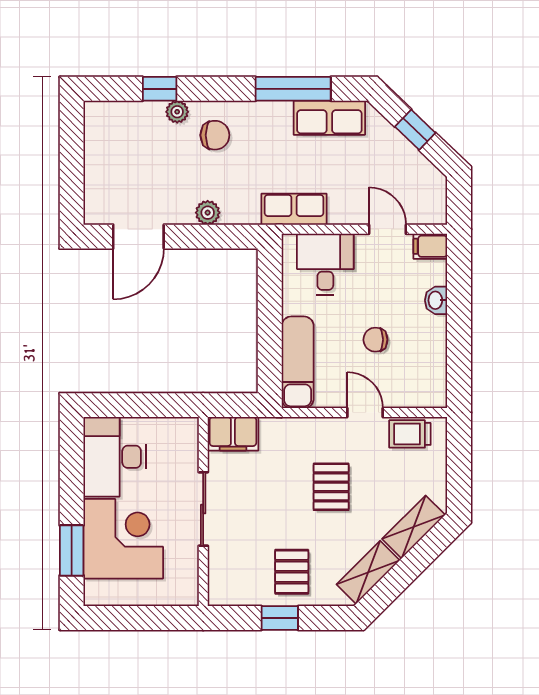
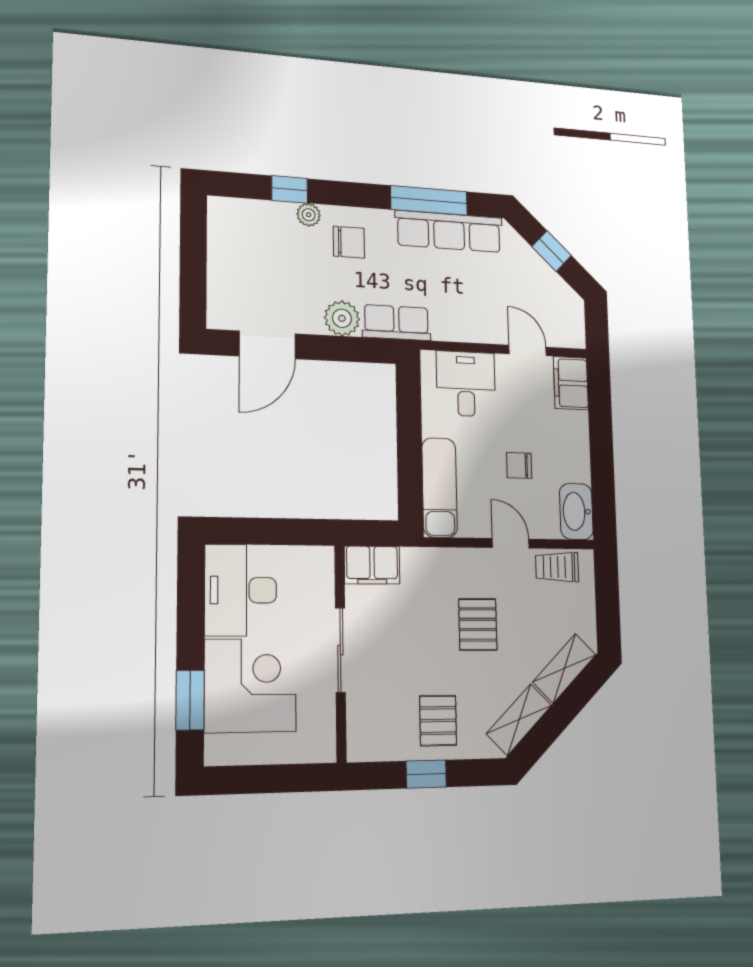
row of seats: (329, 118) -> (449, 231), width x1.48
row of seats: (294, 209) -> (396, 323), moved
plant: (208, 213) -> (342, 318), width x1.38, depth x1.38
filing cabinet: (430, 246) -> (571, 383), width x2.00
washbasin: (436, 300) -> (576, 511), moved, width x1.91, depth x1.45

